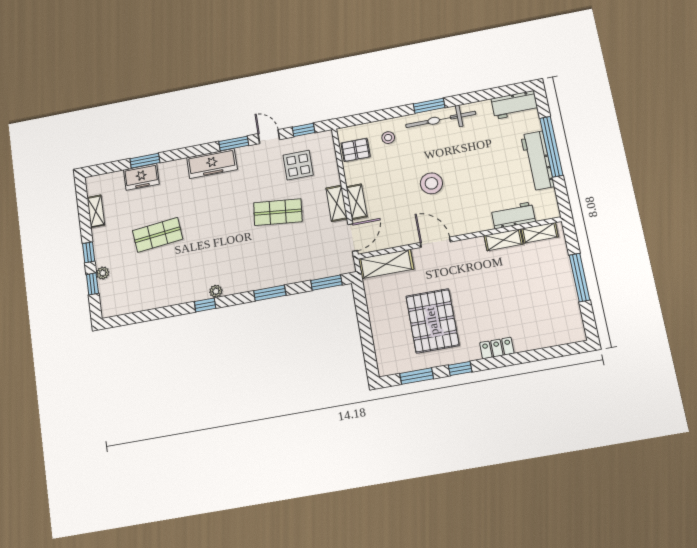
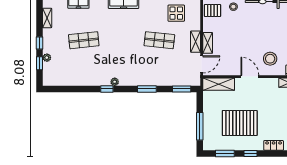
stool: (431, 183) -> (270, 59), moved
pallet: (432, 321) -> (240, 123), turned 90
window: (367, 338) -> (200, 126), added

